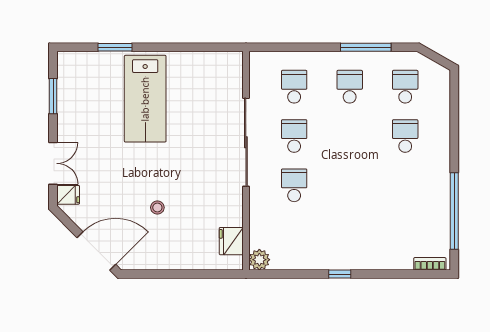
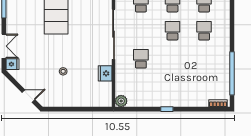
school desk: (294, 136) -> (172, 31), moved
fridge: (231, 241) -> (105, 73), moved
door: (96, 251) -> (28, 96), width x0.53

